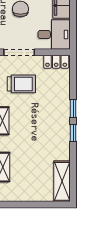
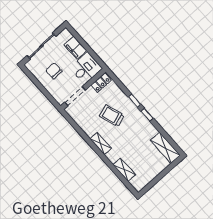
trolley: (21, 84) -> (112, 116), moved, turned -108

